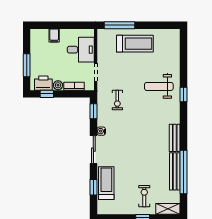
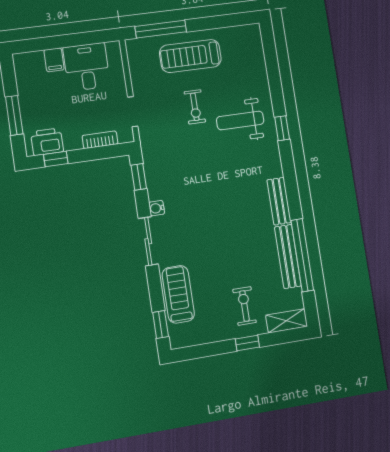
treadmill: (135, 44) -> (190, 56), turned 180
desk: (81, 50) -> (87, 67), moved, turned -90
plant: (58, 85) -> (73, 142), removed
exercise bike: (117, 100) -> (195, 107), moved
window: (93, 187) -> (161, 324), moved

